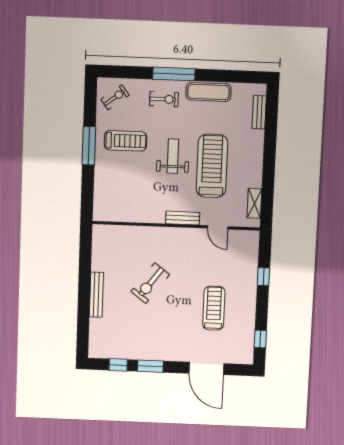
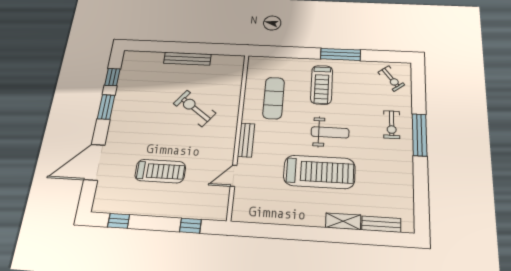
exercise mat: (208, 92) -> (274, 98), moved
treadmill: (125, 141) -> (322, 85), moved
shelving: (254, 203) -> (343, 221), moved
bench: (183, 218) -> (246, 140), moved
wall: (176, 226) -> (238, 133), moved
door: (218, 227) -> (234, 176), moved

